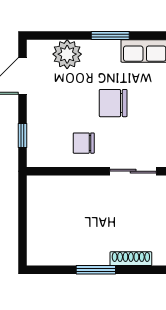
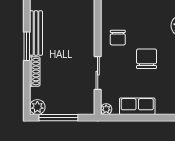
chair: (84, 143) -> (118, 38), turned 180
bench: (77, 257) -> (36, 33), added

